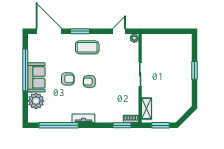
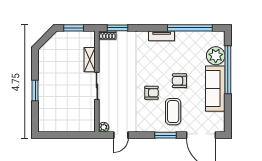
coffee table: (87, 47) -> (173, 112), moved, turned 90
window: (25, 70) -> (228, 70), moved
sofa: (36, 77) -> (215, 89), width x1.36
armchair: (89, 81) -> (152, 93), moved
shelving: (146, 108) -> (90, 60), moved

